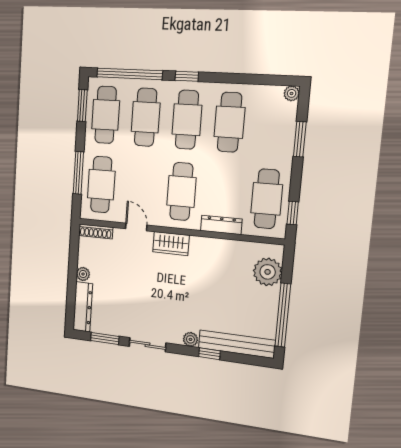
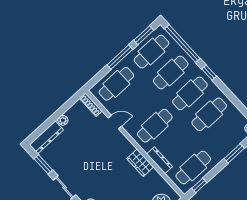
window: (78, 173) -> (120, 57), moved
door: (136, 227) -> (115, 122), hinge flipped
wardrobe: (171, 244) -> (140, 163), moved

